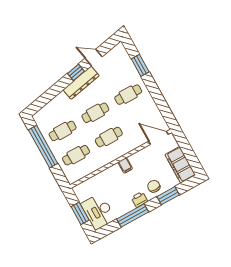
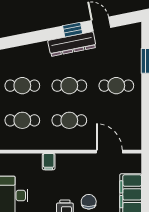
door: (158, 138) -> (109, 152), moved
filing cabinet: (125, 165) -> (49, 162), moved

